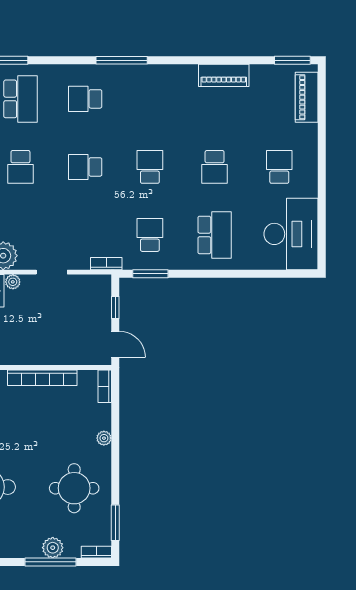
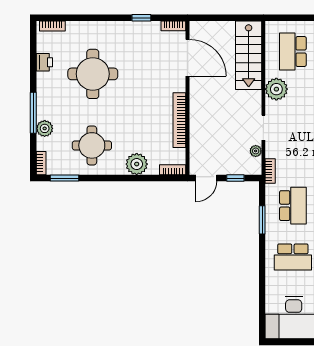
school desk: (150, 235) -> (293, 206), width x1.85
window: (150, 274) -> (262, 220), moved
plant: (13, 282) -> (256, 151), moved
plant: (104, 438) -> (137, 164), width x1.88, depth x1.88
window: (50, 562) -> (33, 113), moved

